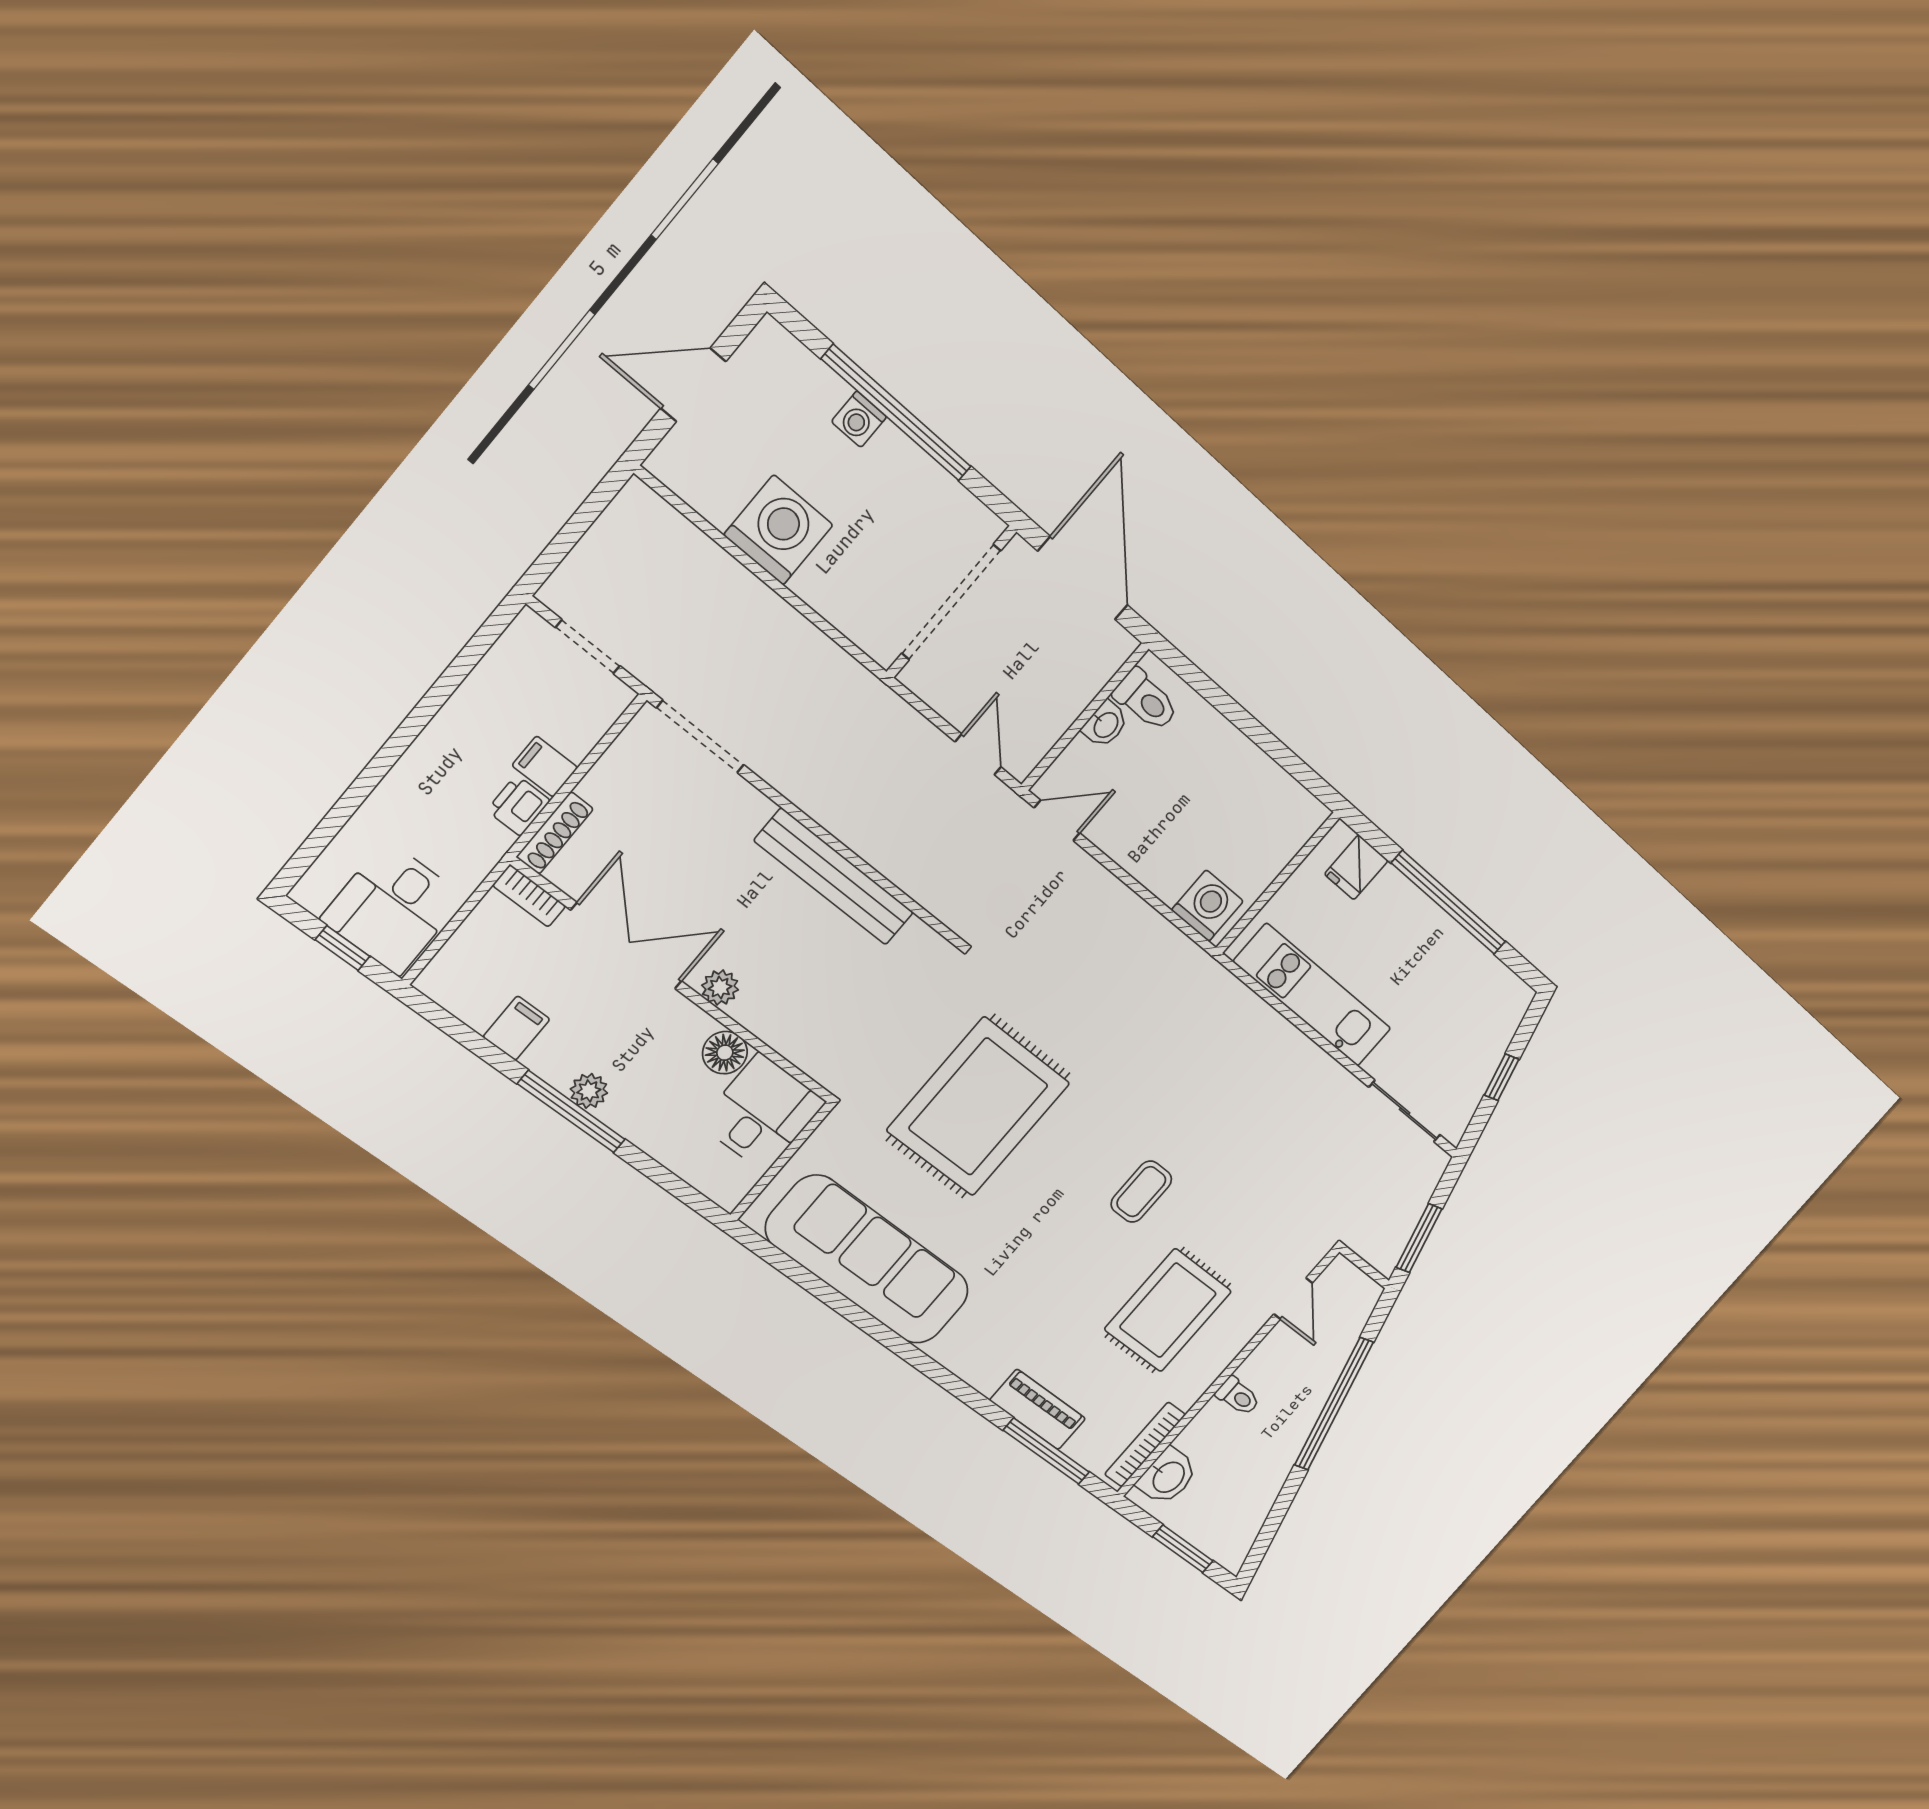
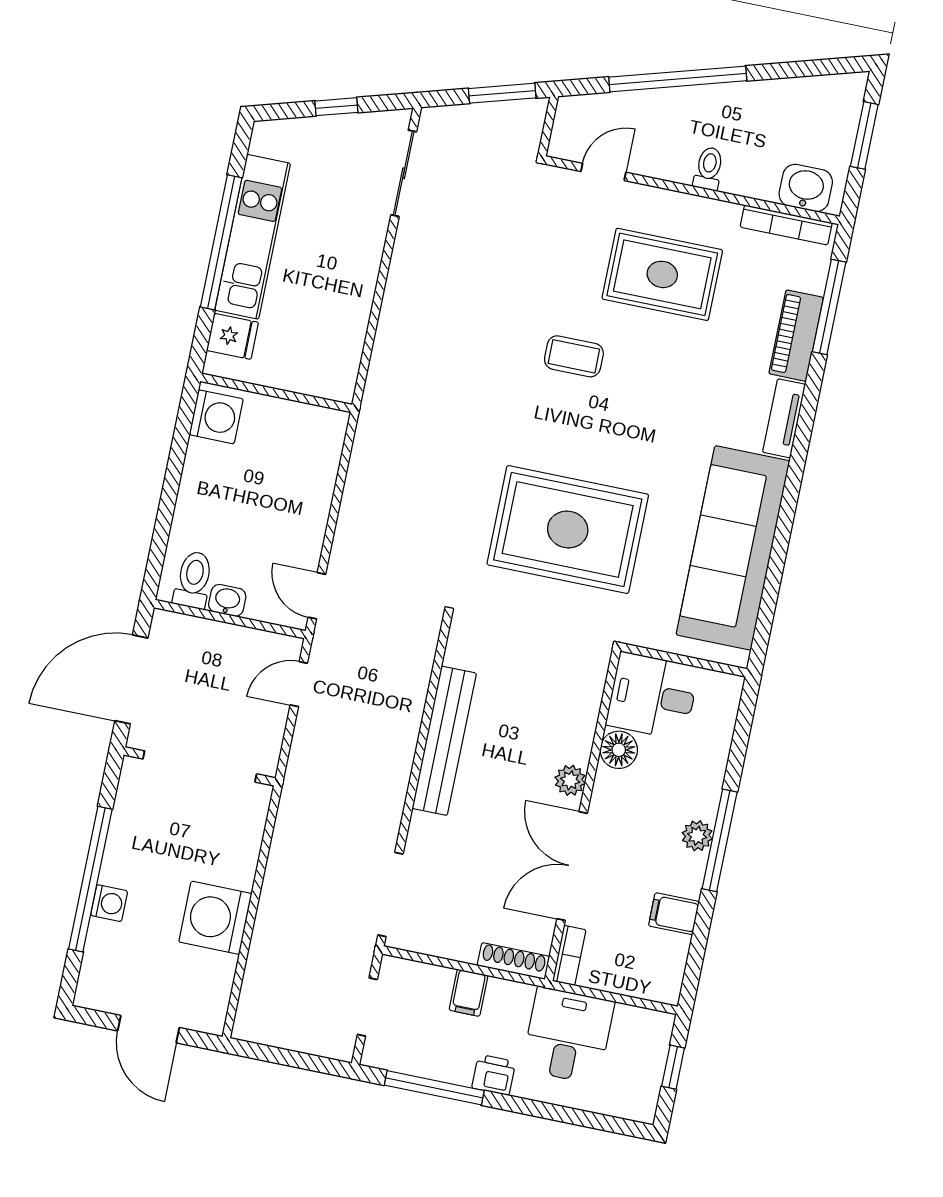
window: (455, 674) -> (434, 1088), added
printer: (518, 805) -> (494, 1075), moved, turned 180
washing machine: (1207, 906) -> (216, 417), moved, turned 180
desk: (393, 908) -> (568, 1035), moved, turned -90
kitchen unit: (1312, 995) -> (253, 237), moved, turned 180
tv unit: (966, 1364) -> (784, 418), added

